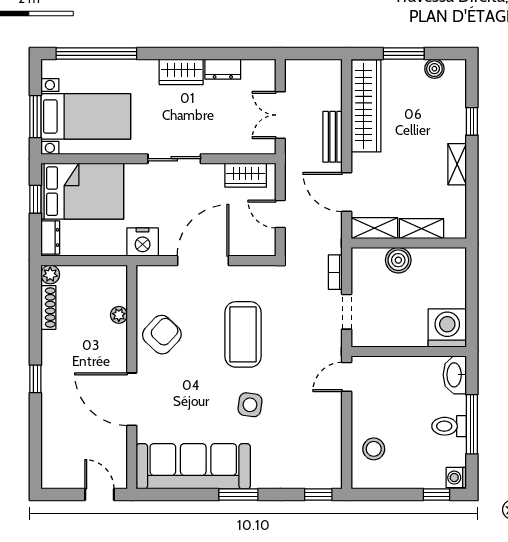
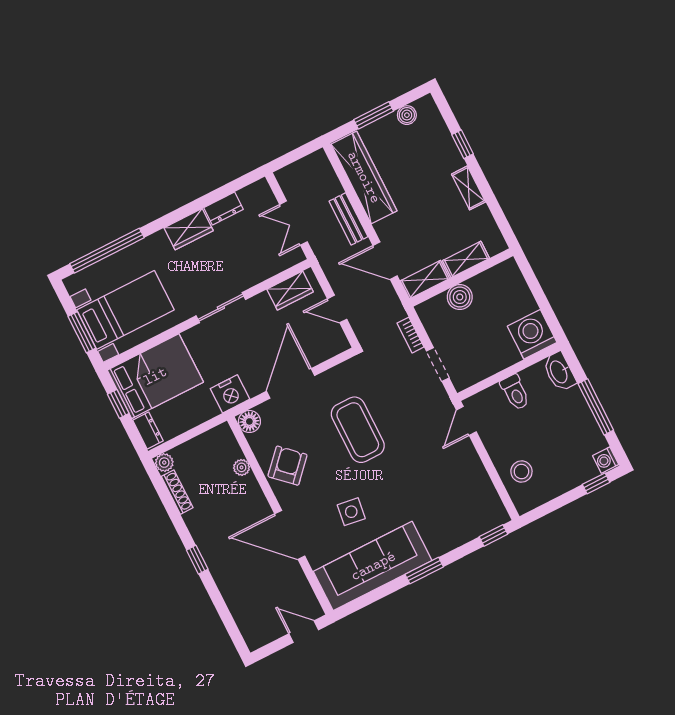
floor lamp: (147, 276) -> (249, 421), added
side table: (250, 405) -> (351, 512), moved
toilet: (449, 426) -> (515, 392), moved, turned -90

